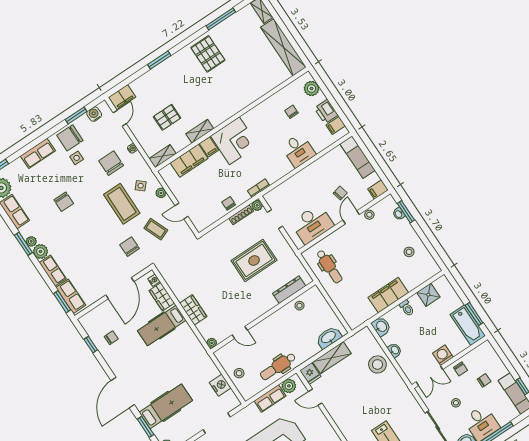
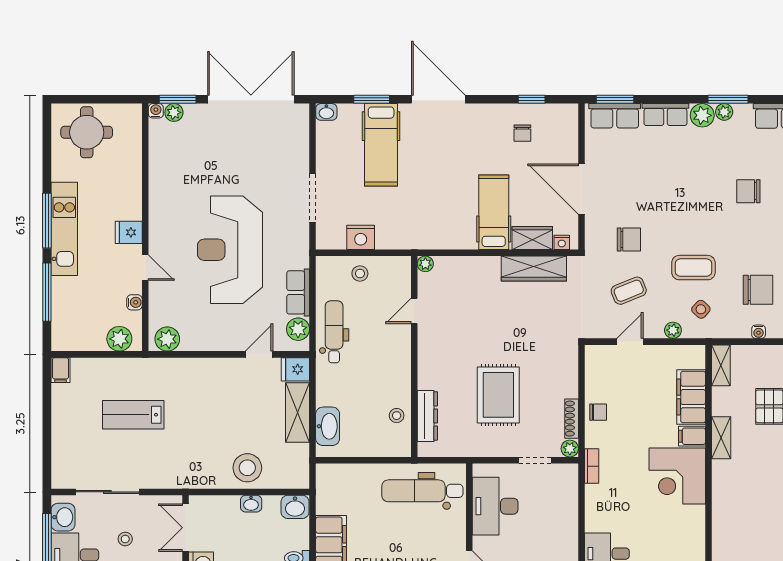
coffee table: (122, 204) -> (693, 268), width x0.73, depth x0.76
dental chair: (329, 267) -> (422, 491), width x1.36, depth x1.38
wardrobe: (193, 310) -> (534, 268), moved, width x1.50

